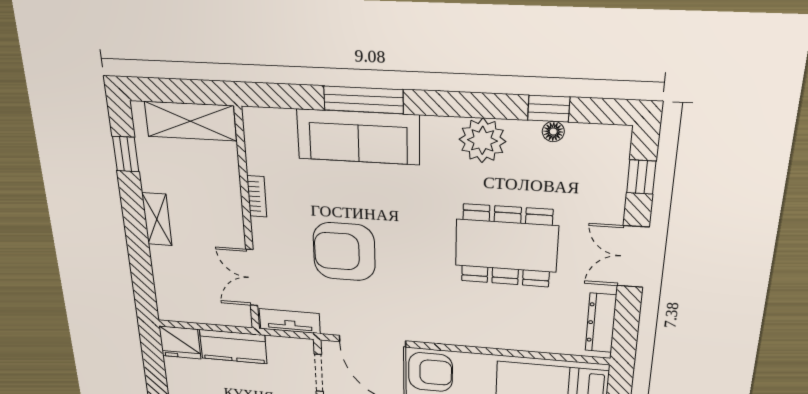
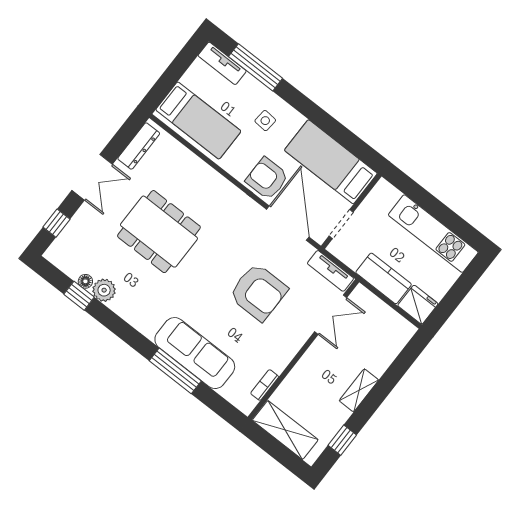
plant: (482, 140) -> (104, 290), moved, width x0.73, depth x0.73
bookcase: (257, 196) -> (265, 385), moved

